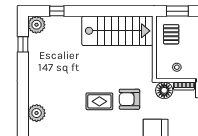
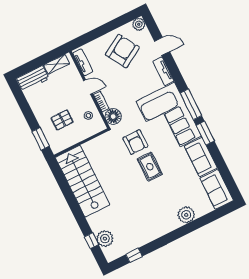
plant: (36, 25) -> (105, 239), moved
pallet: (171, 34) -> (62, 120), moved

